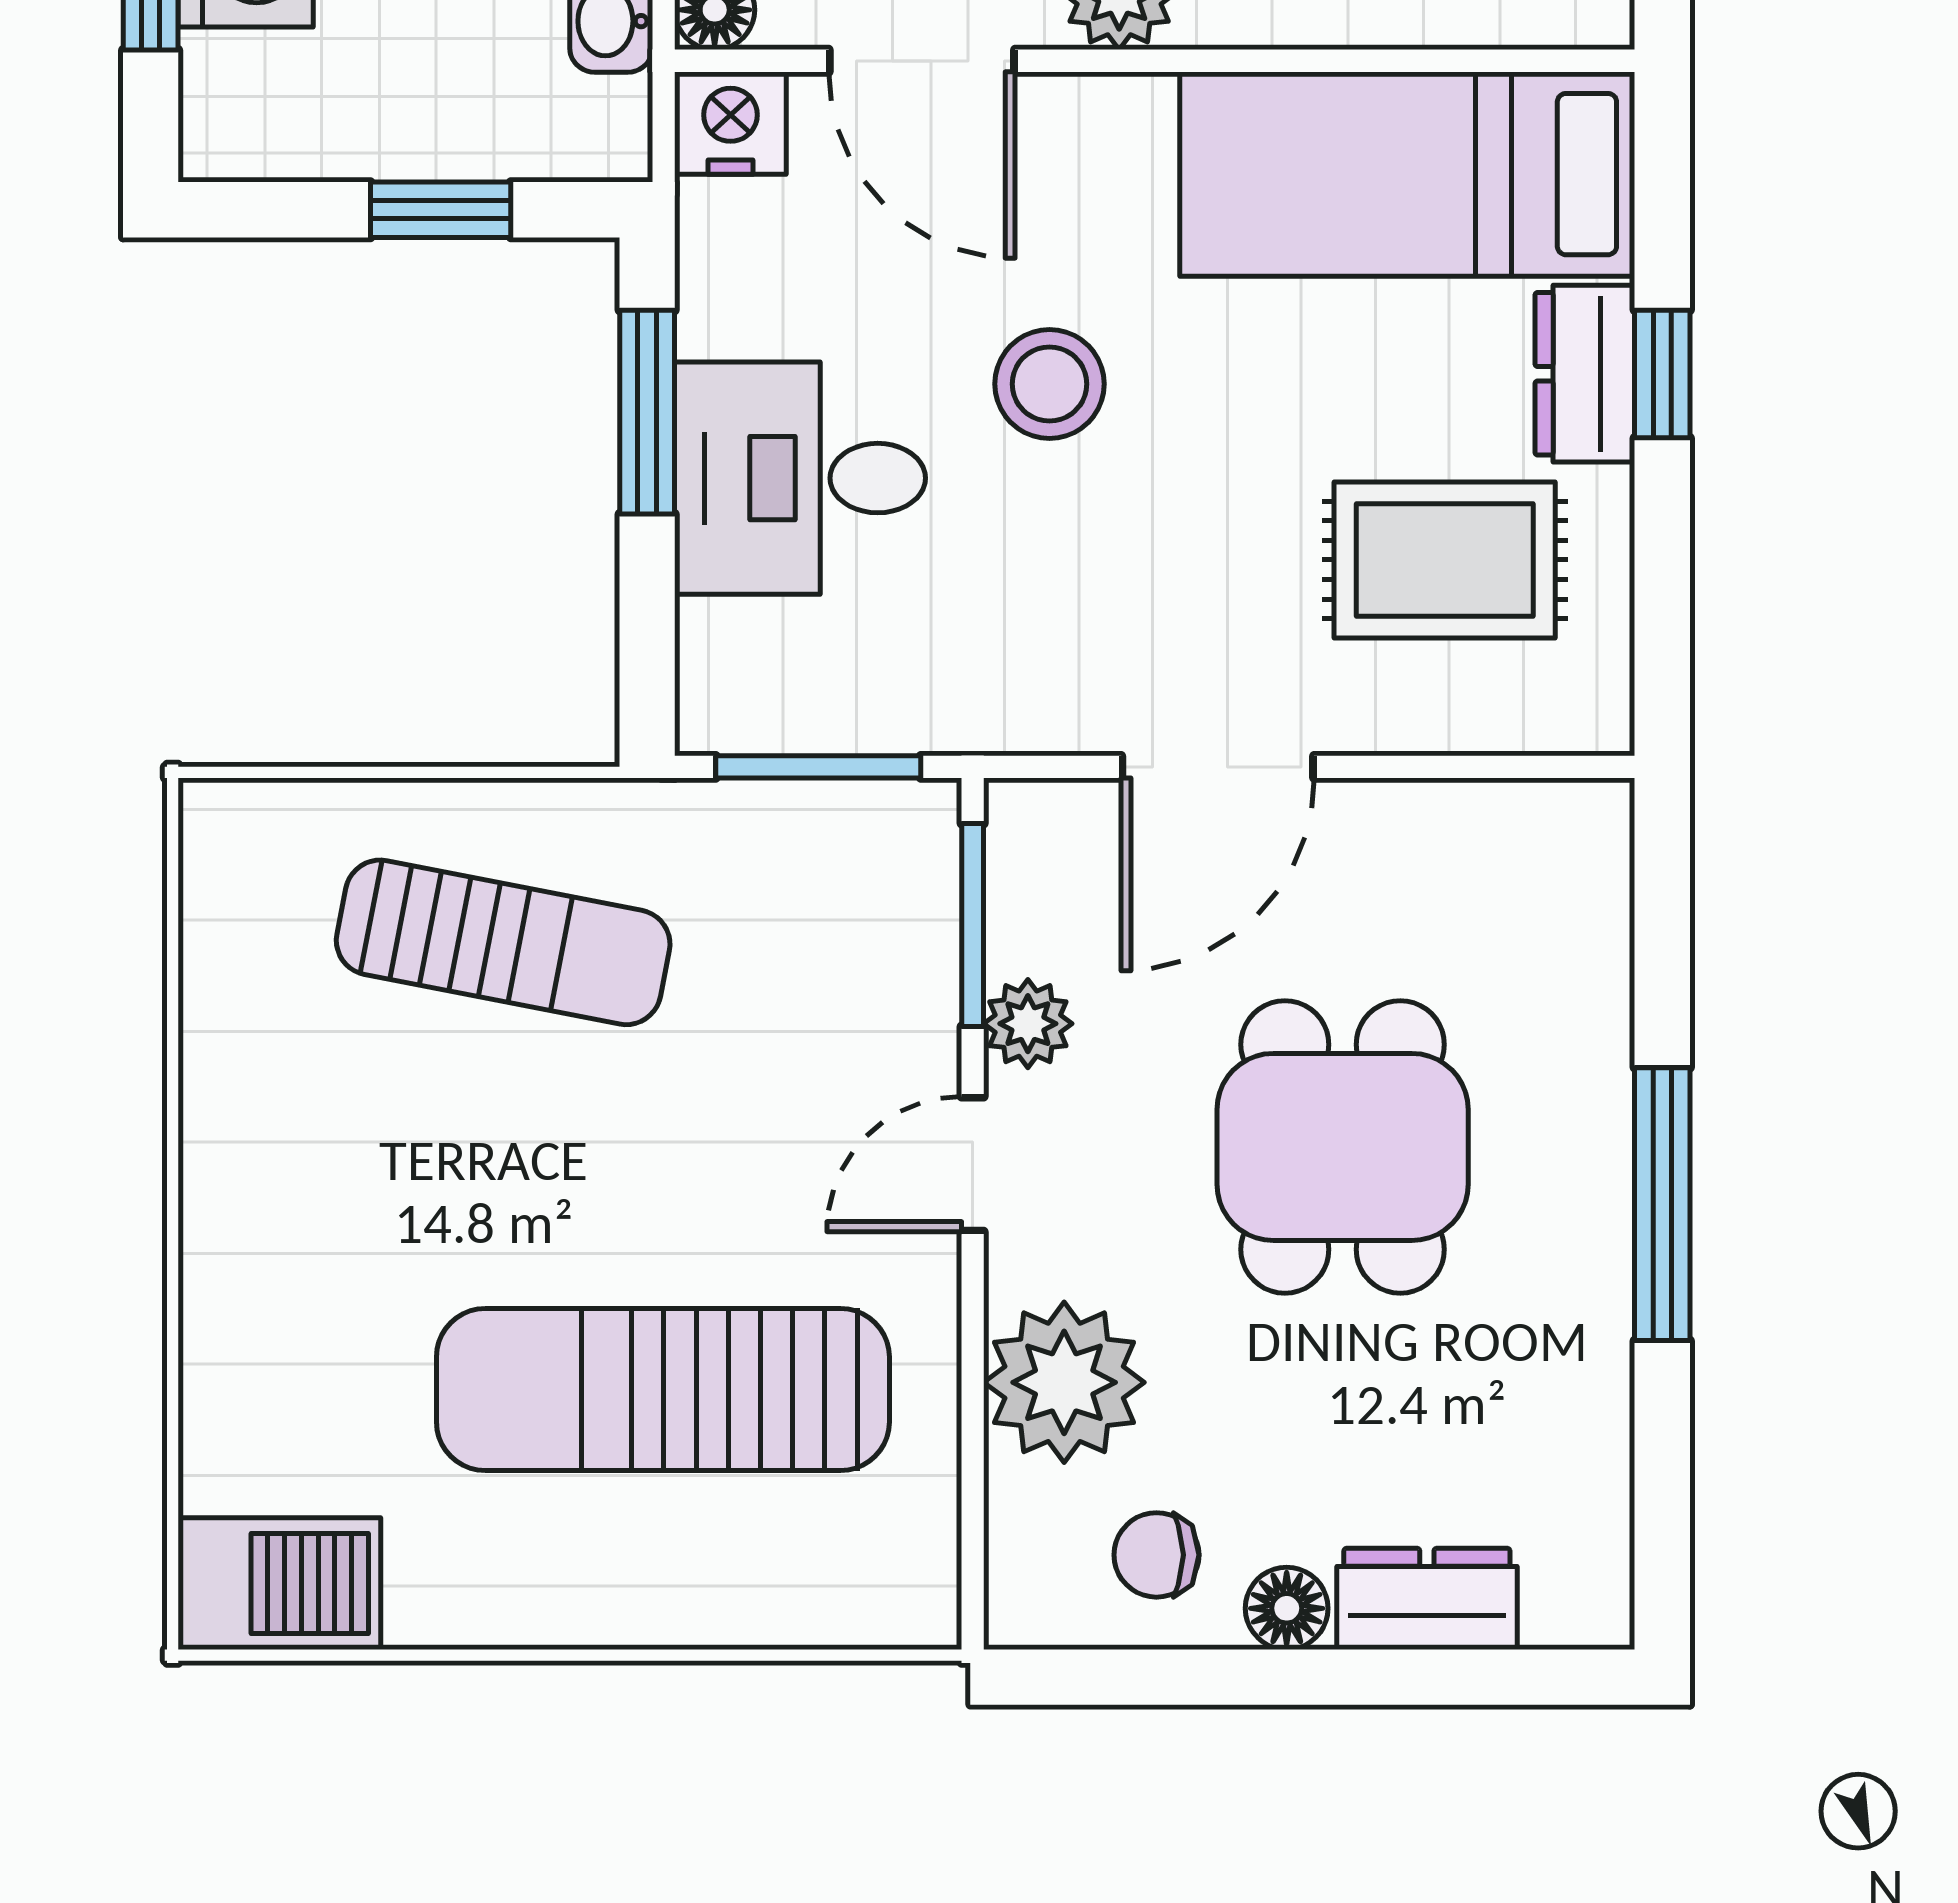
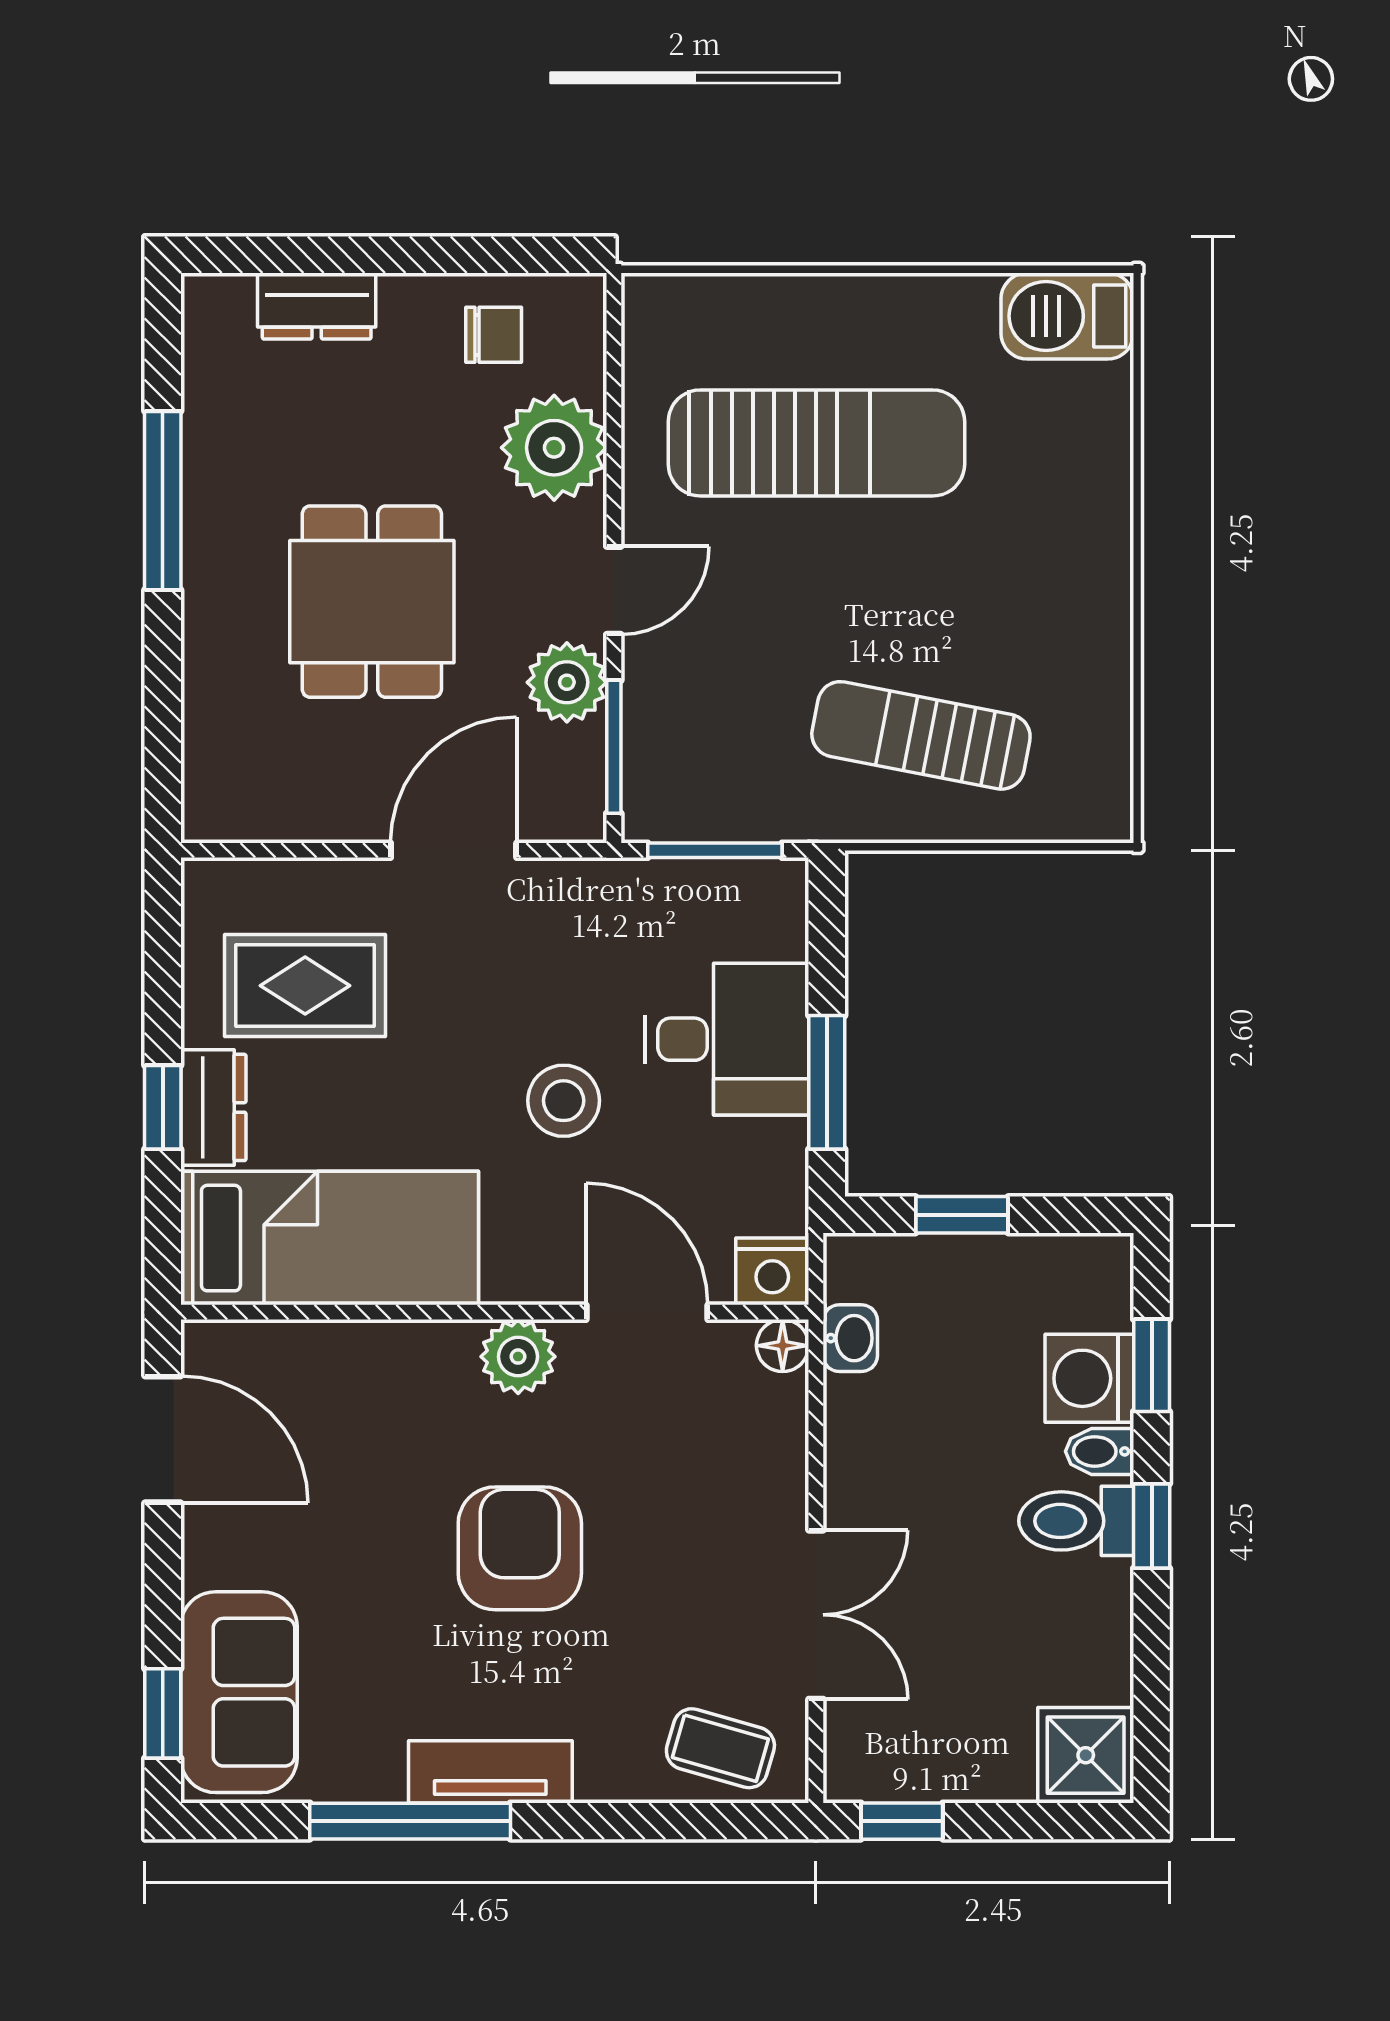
plant: (1028, 1024) -> (567, 682), width x1.38, depth x1.38
window: (1662, 1204) -> (163, 501), moved
floor lamp: (1287, 1608) -> (408, 300), removed

